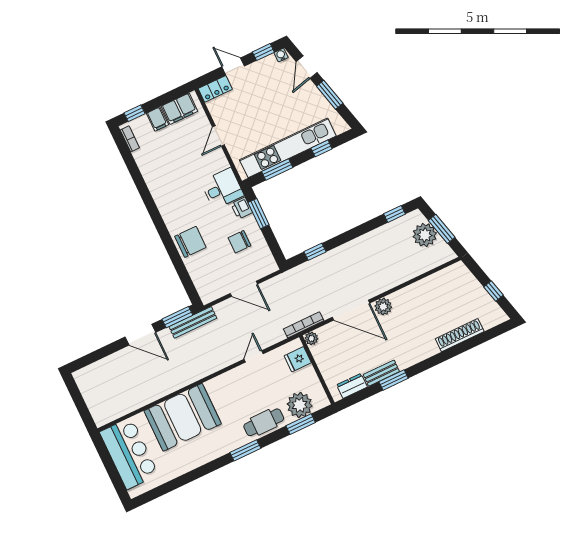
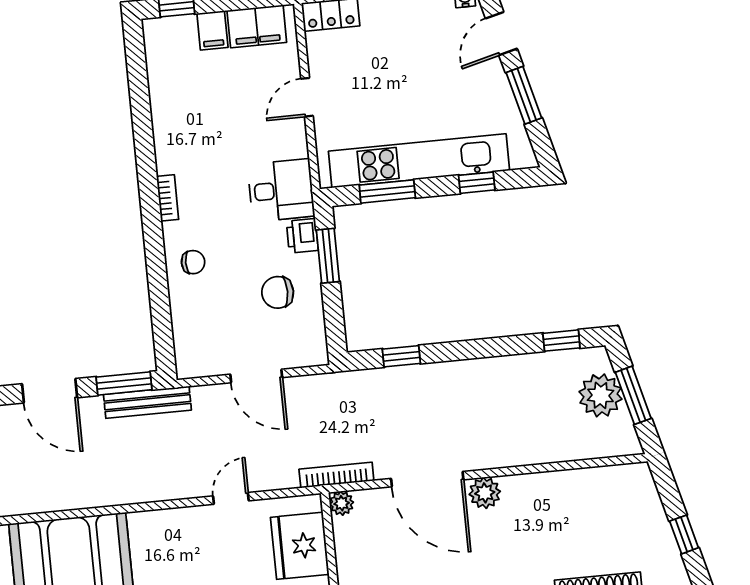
bookcase: (130, 139) -> (168, 198), moved
chair: (190, 242) -> (193, 262), width x0.54, depth x0.54
fridge: (298, 359) -> (300, 546), width x1.88, depth x1.34

